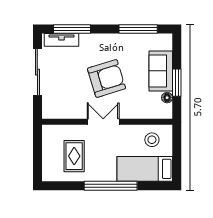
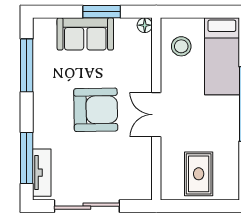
armchair: (106, 78) -> (96, 110), turned 106
floor lamp: (167, 98) -> (145, 25), moved
rug: (74, 156) -> (199, 174), moved, turned 90

